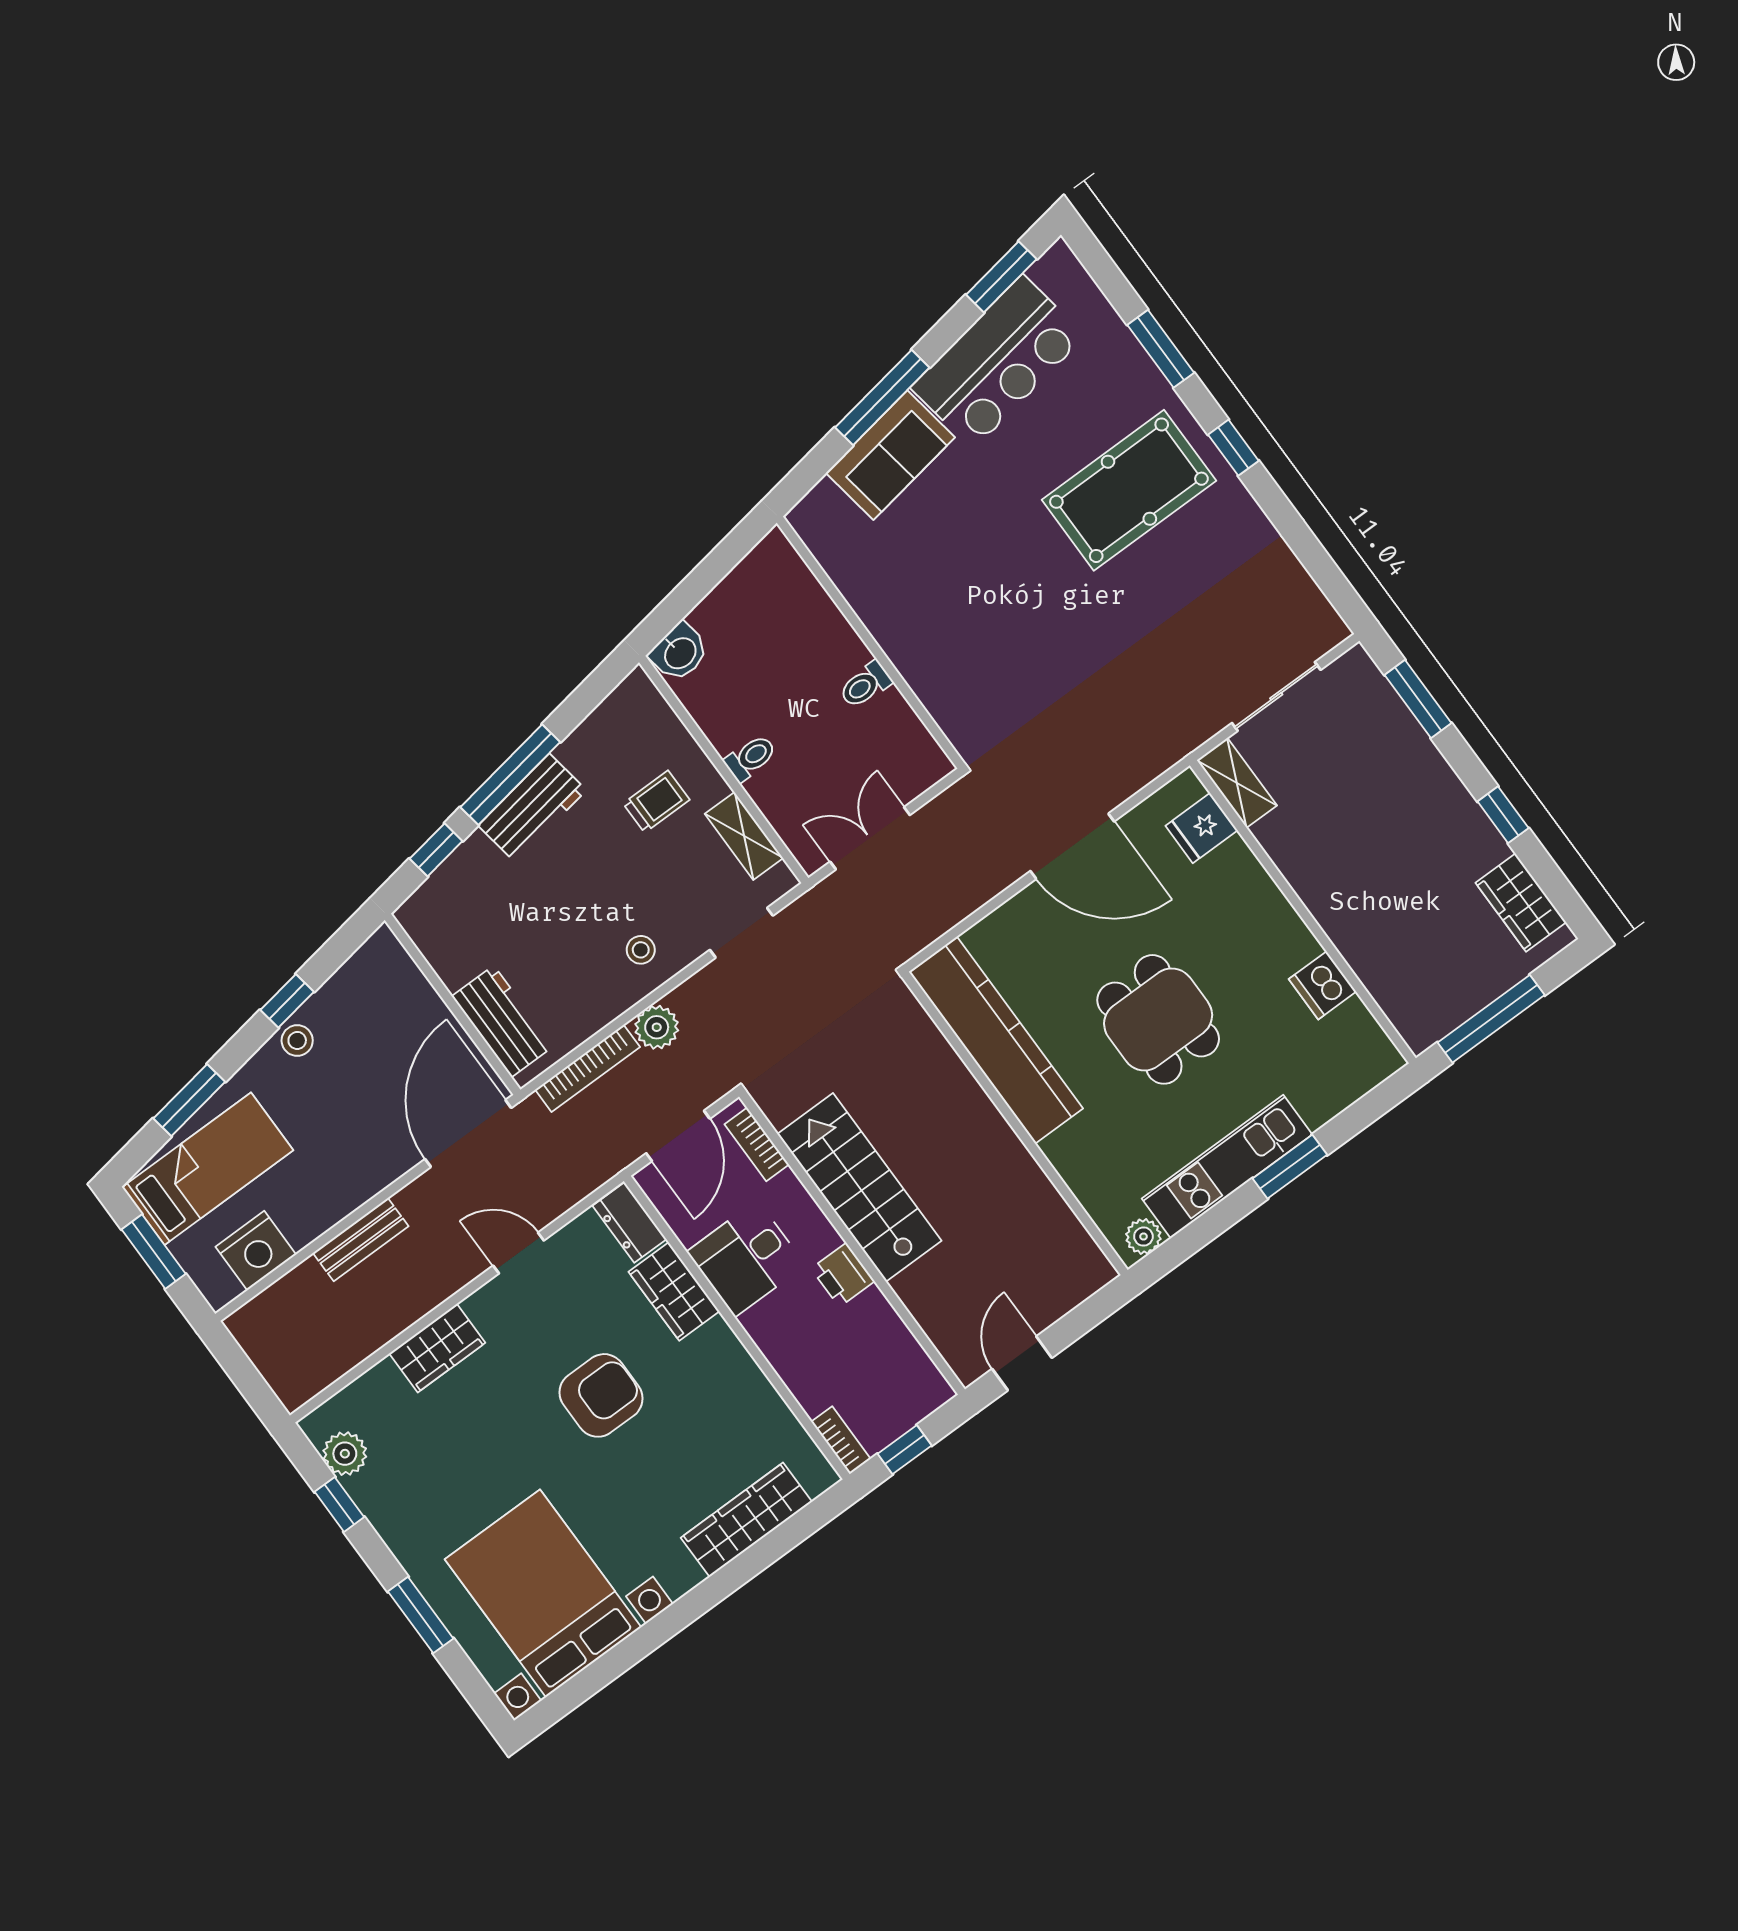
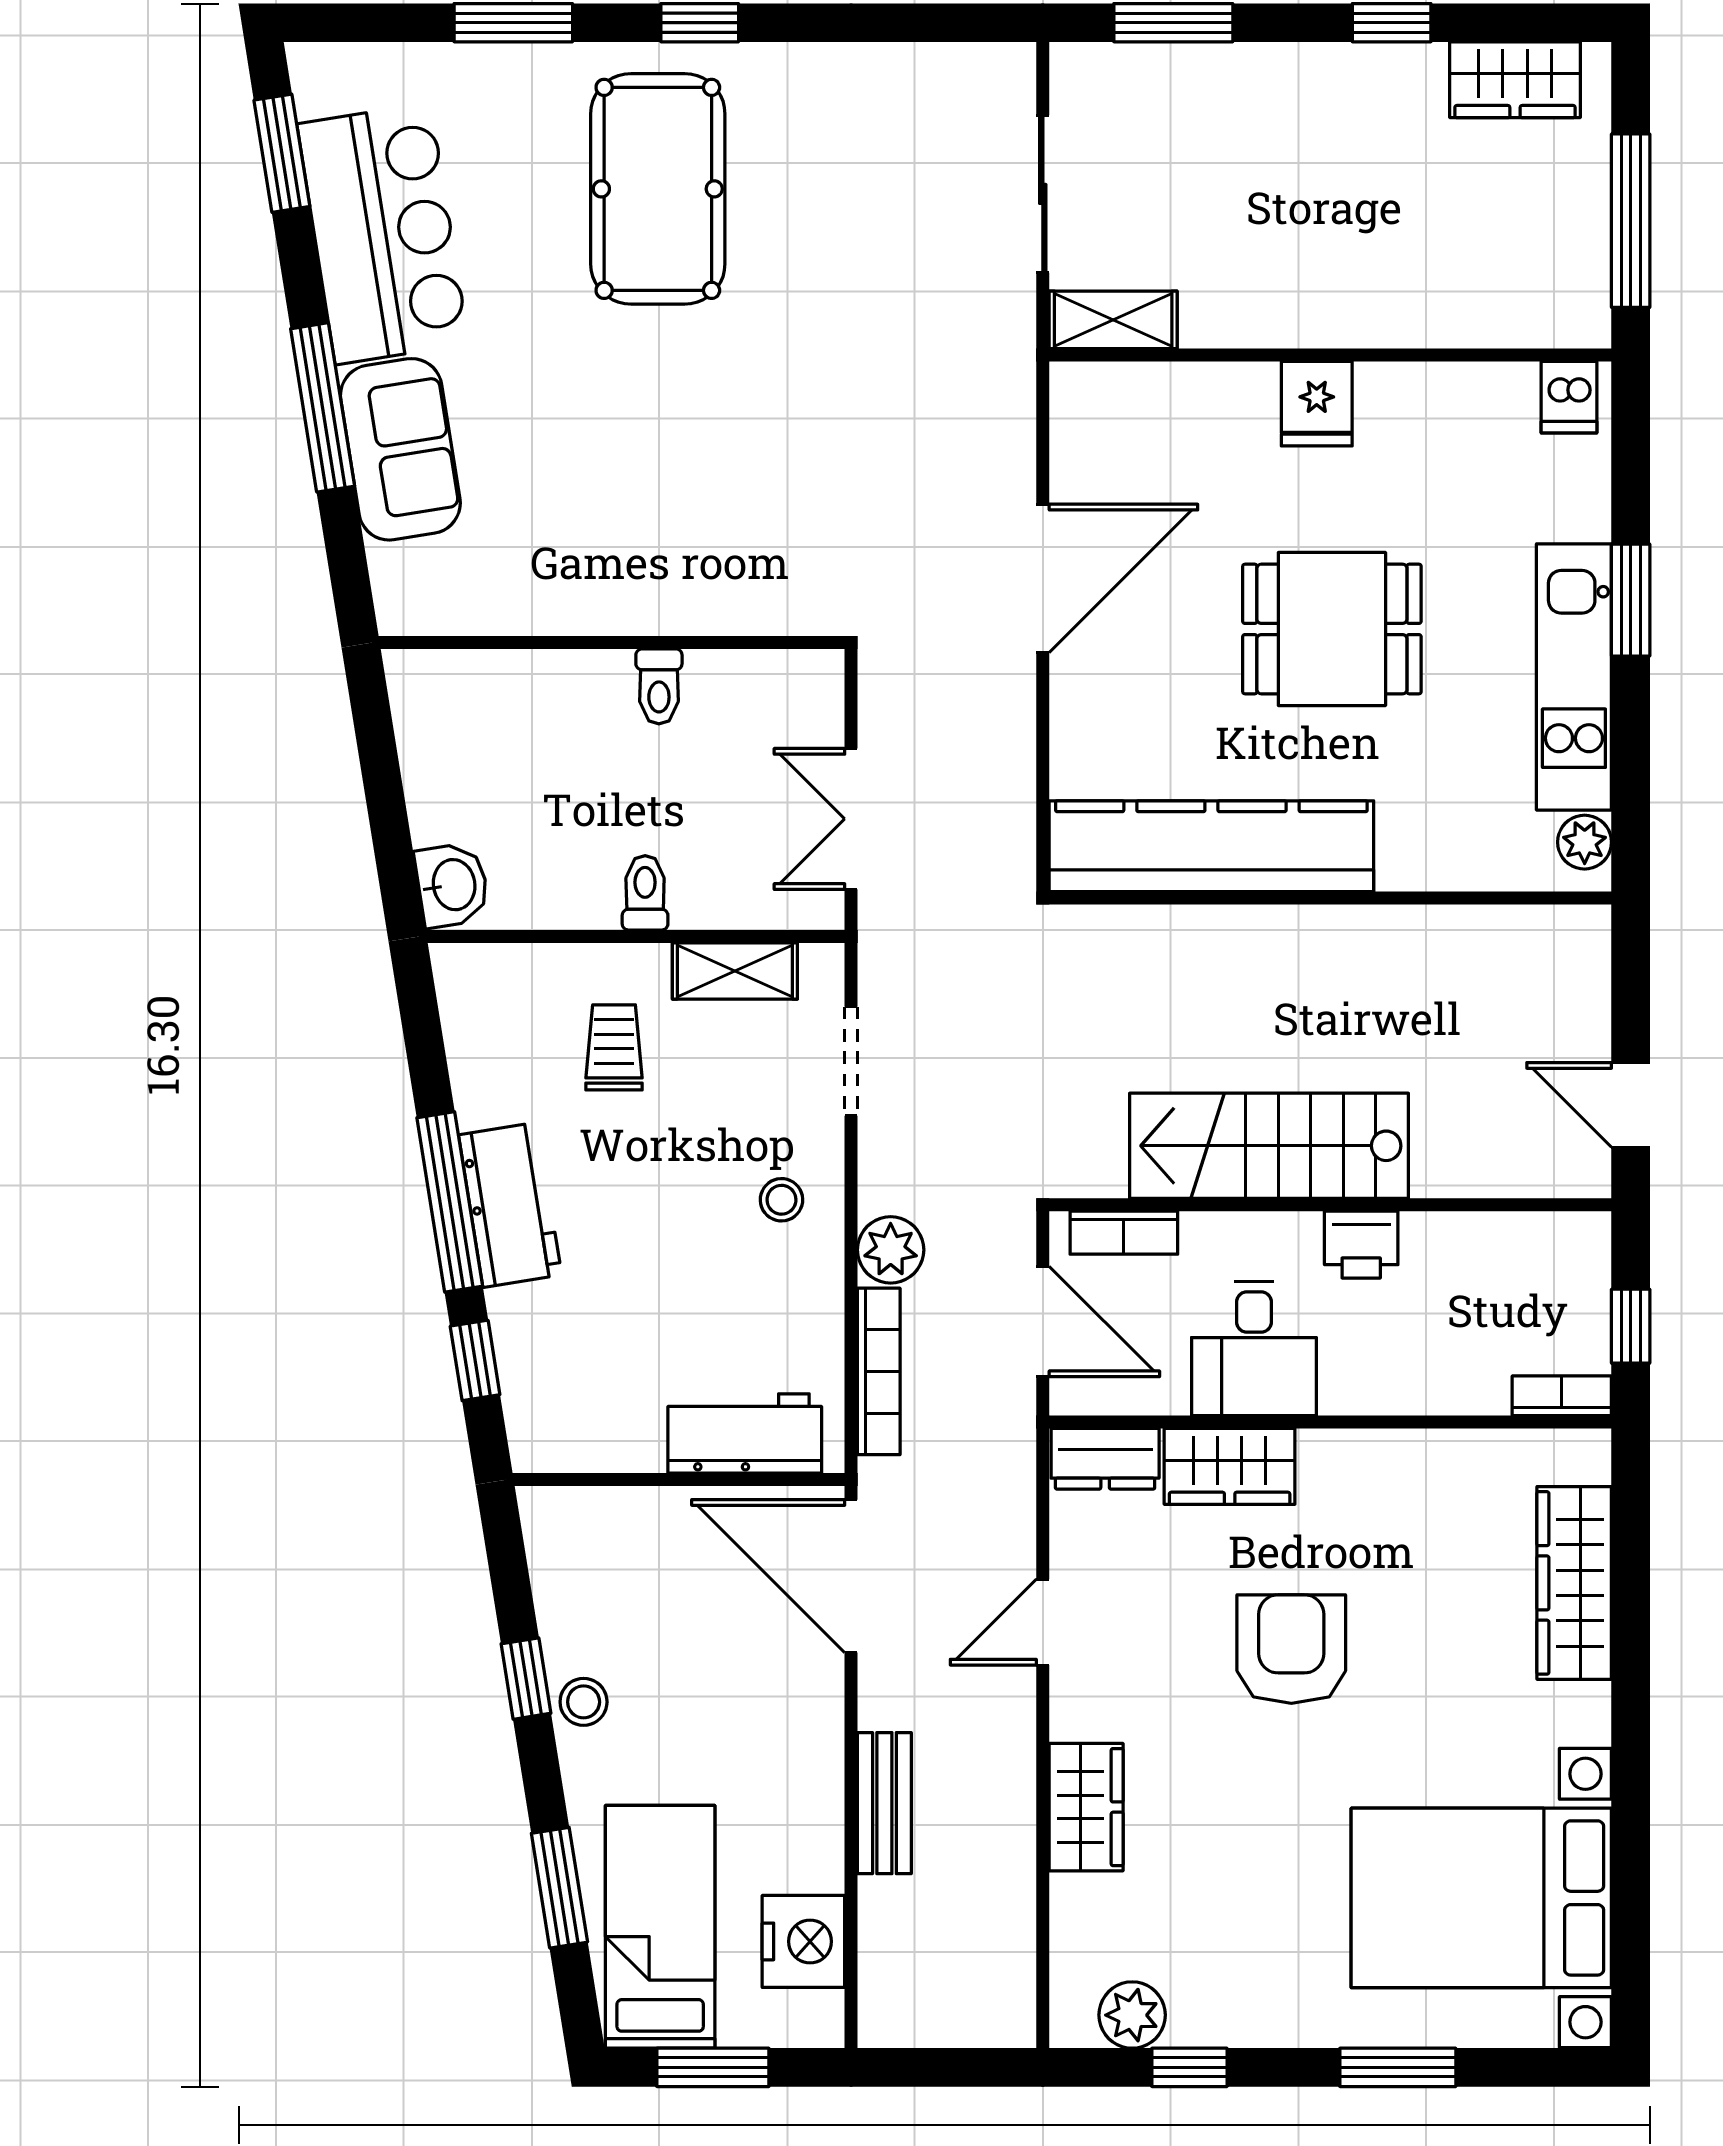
fridge: (1202, 828) -> (1317, 404), moved
dishwasher: (1322, 985) -> (1569, 397), moved, width x0.73

